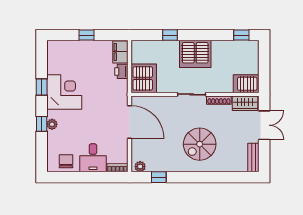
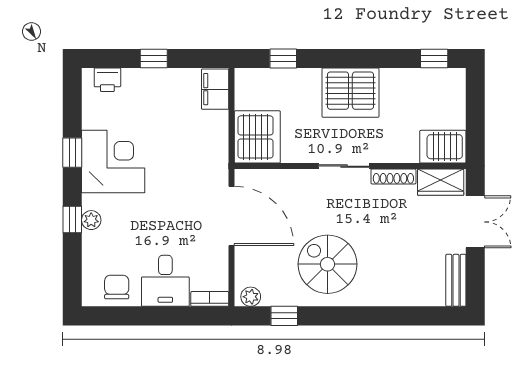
window: (170, 35) -> (283, 58), moved
printer: (121, 71) -> (107, 80), moved, turned -90
spiral stairs: (200, 144) -> (327, 264), moved, turned 90

